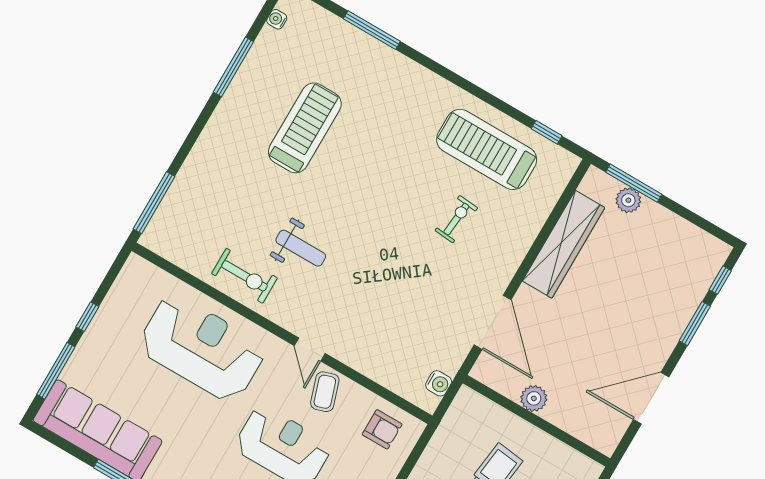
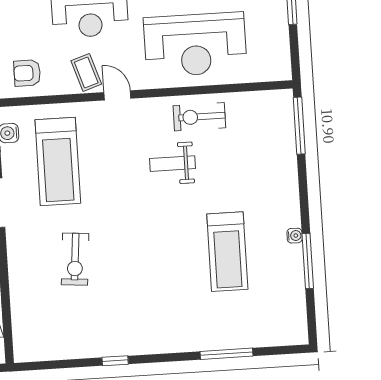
water cooler: (277, 19) -> (295, 236), moved
window: (547, 132) -> (115, 361), moved
treadmill: (487, 149) -> (58, 161), moved, turned 90
exercise bike: (456, 219) -> (75, 259), width x1.38, depth x1.39

